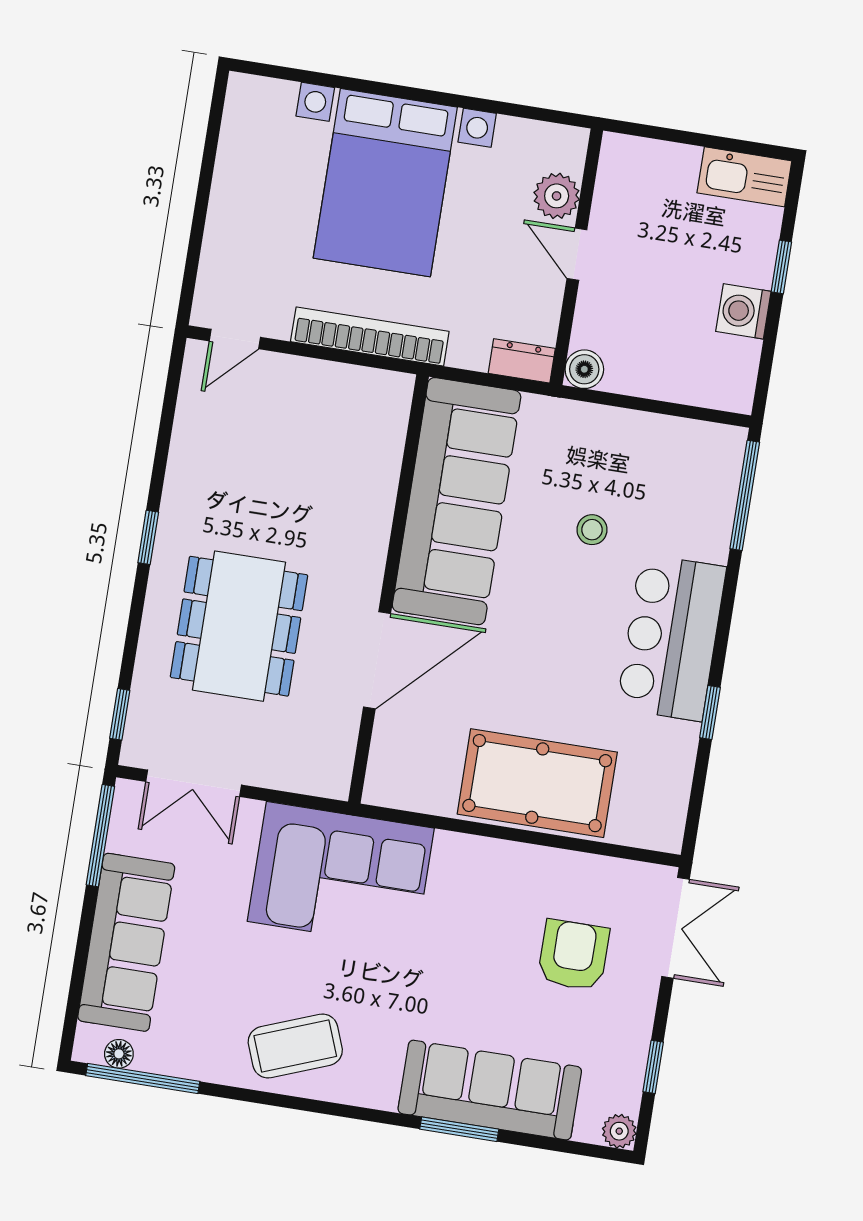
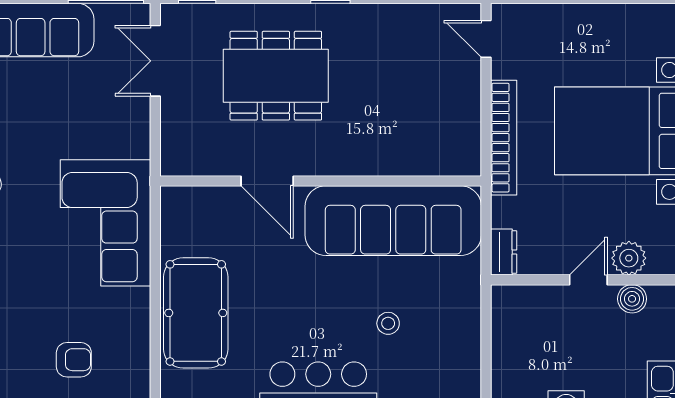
boiler: (584, 369) -> (632, 299), moved
door: (377, 660) -> (267, 181), width x0.73
corner sofa: (341, 875) -> (105, 223), moved
armchair: (573, 955) -> (74, 360), width x0.72, depth x0.72

